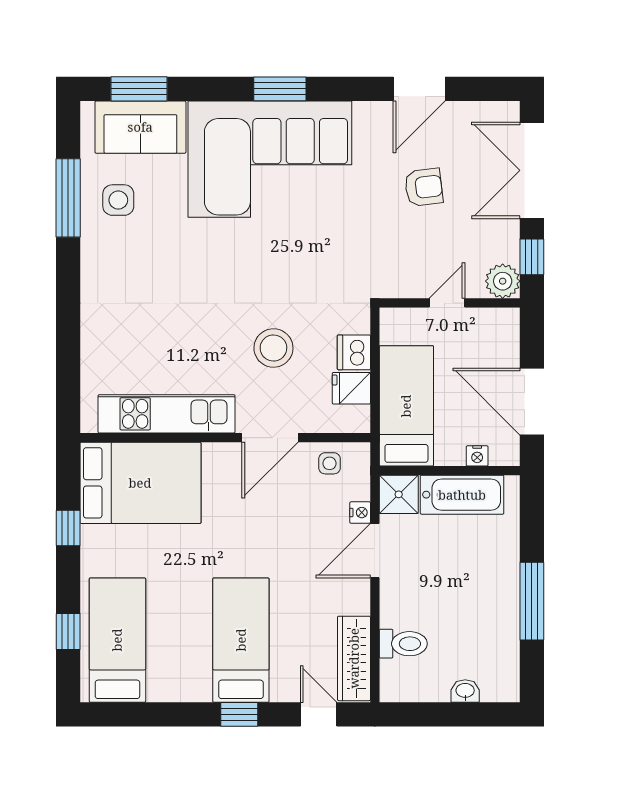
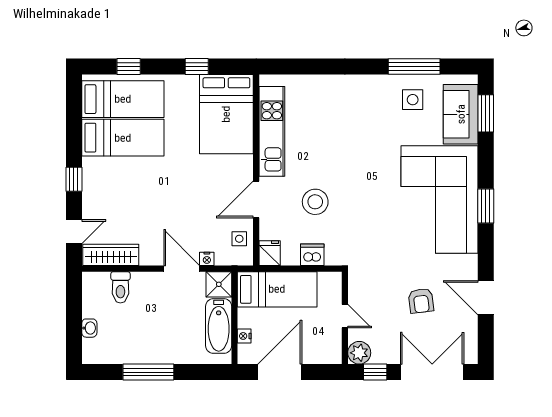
fridge: (351, 388) -> (270, 253), moved
door: (270, 438) -> (256, 200), hinge flipped
bed: (241, 640) -> (123, 138), moved

